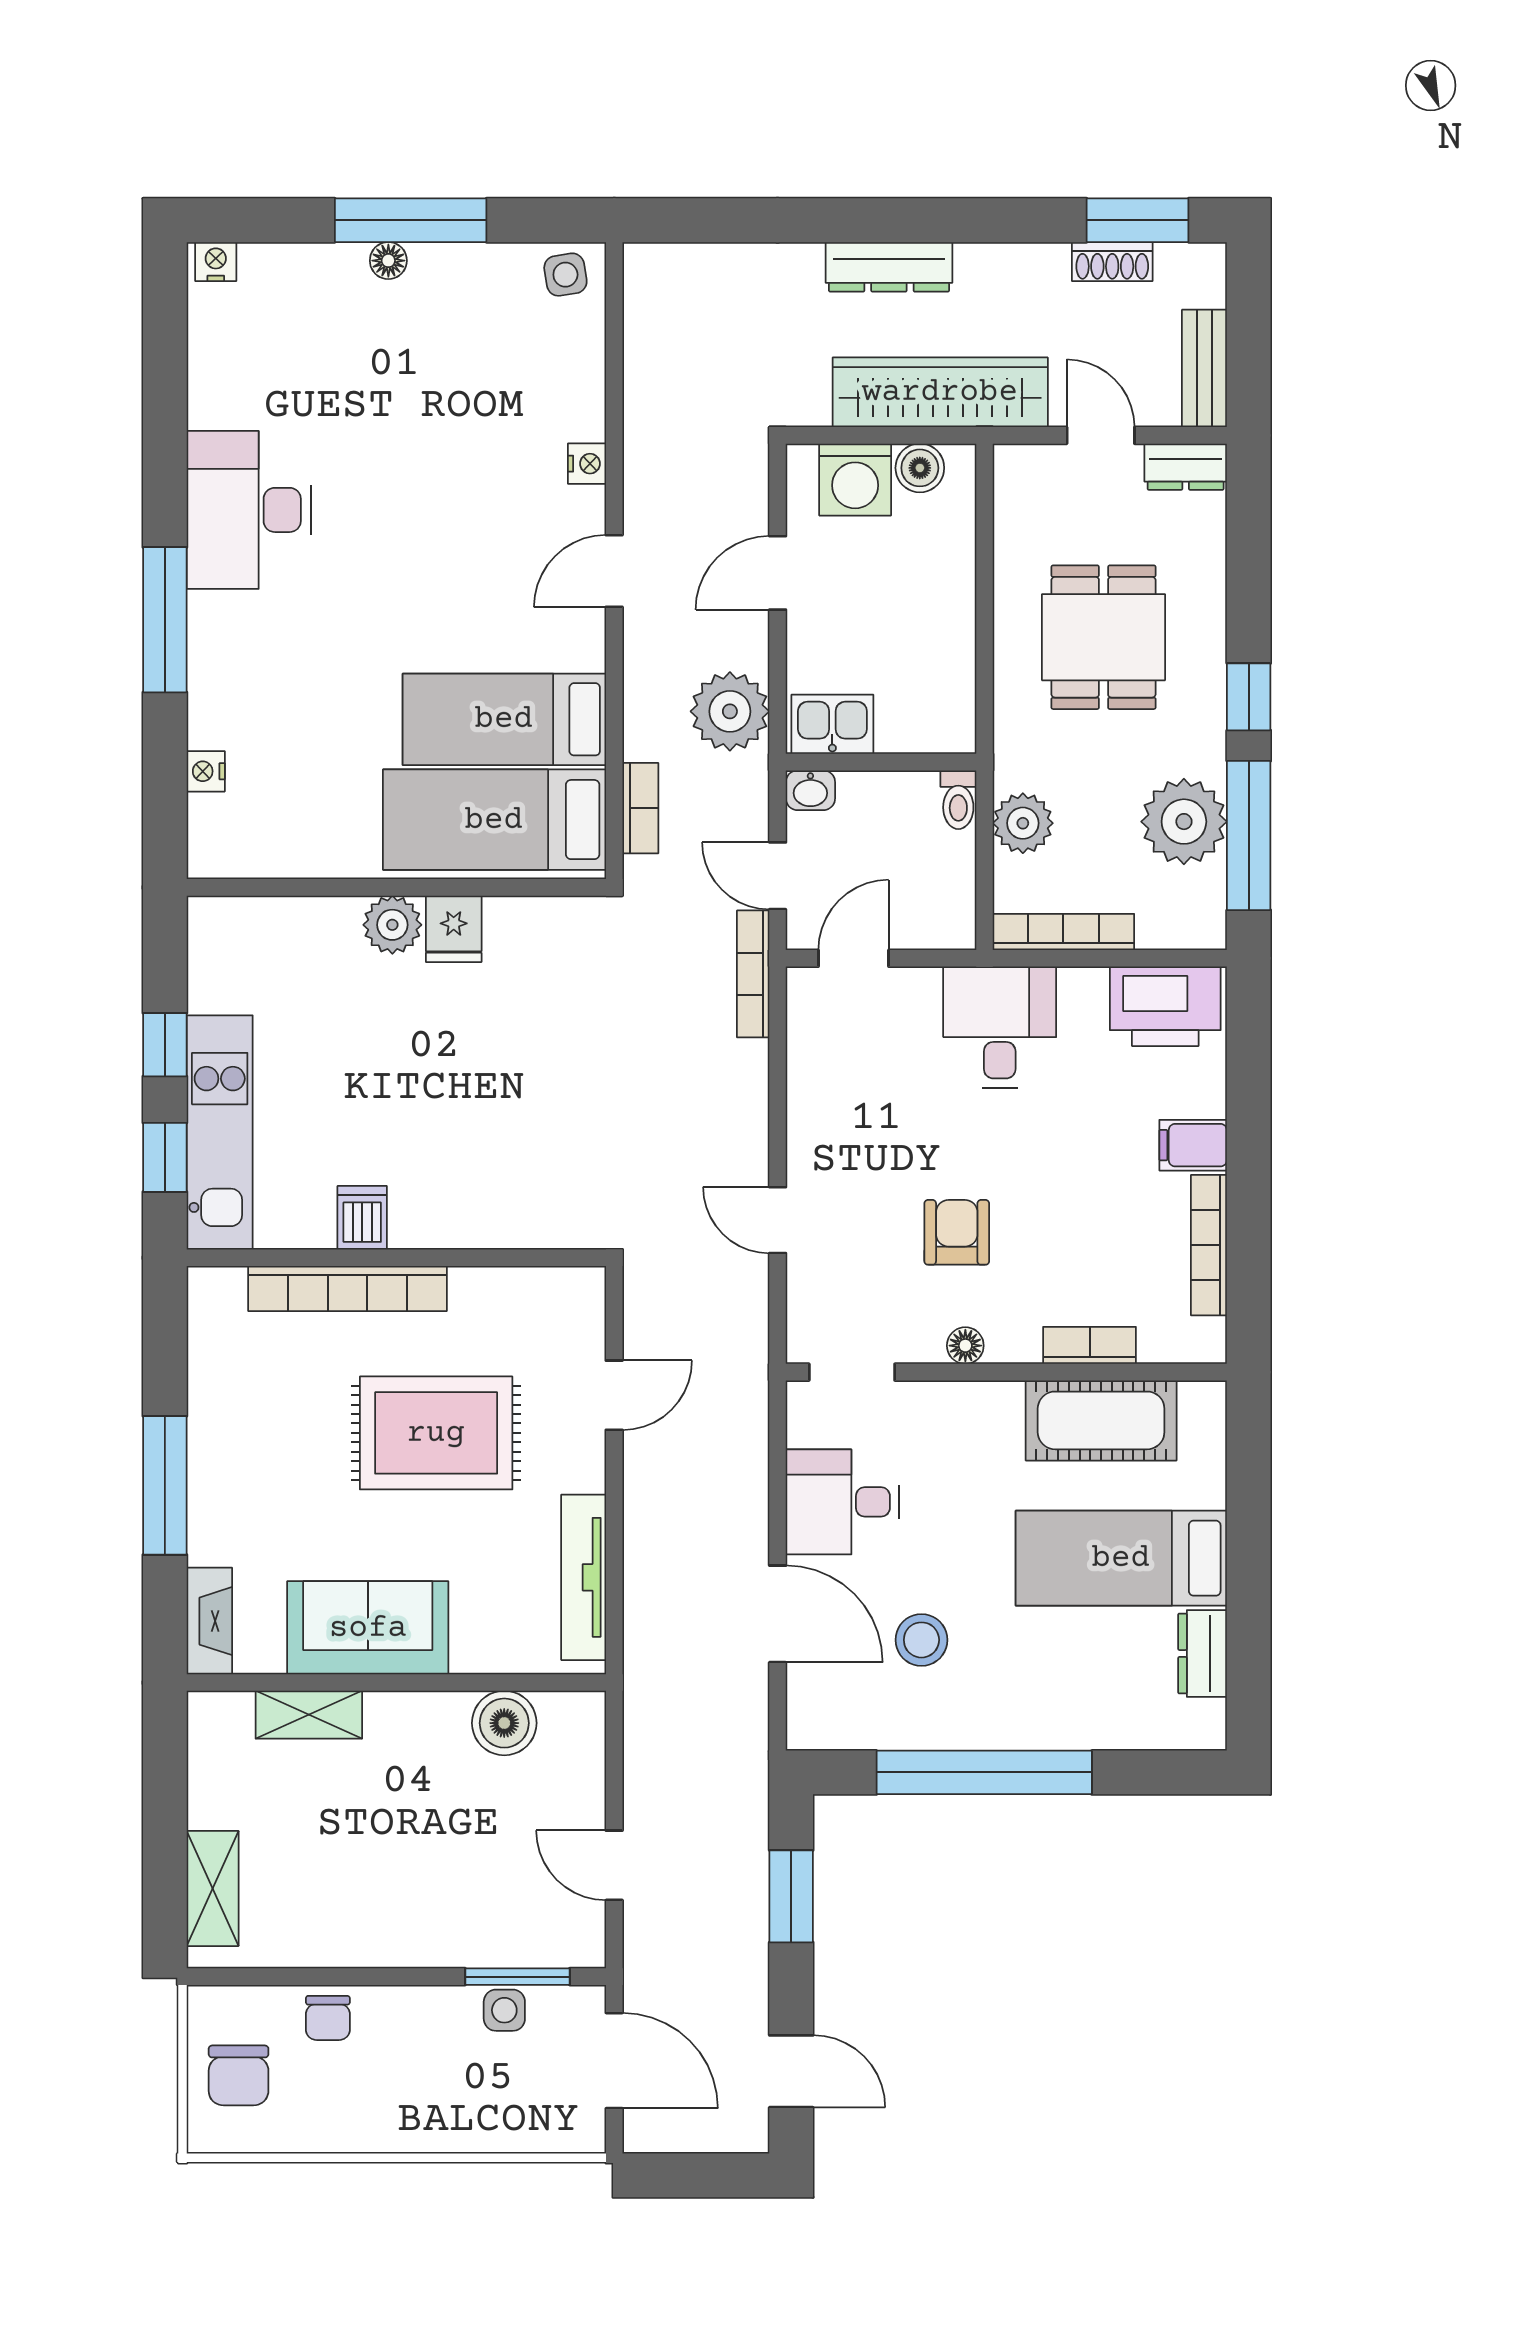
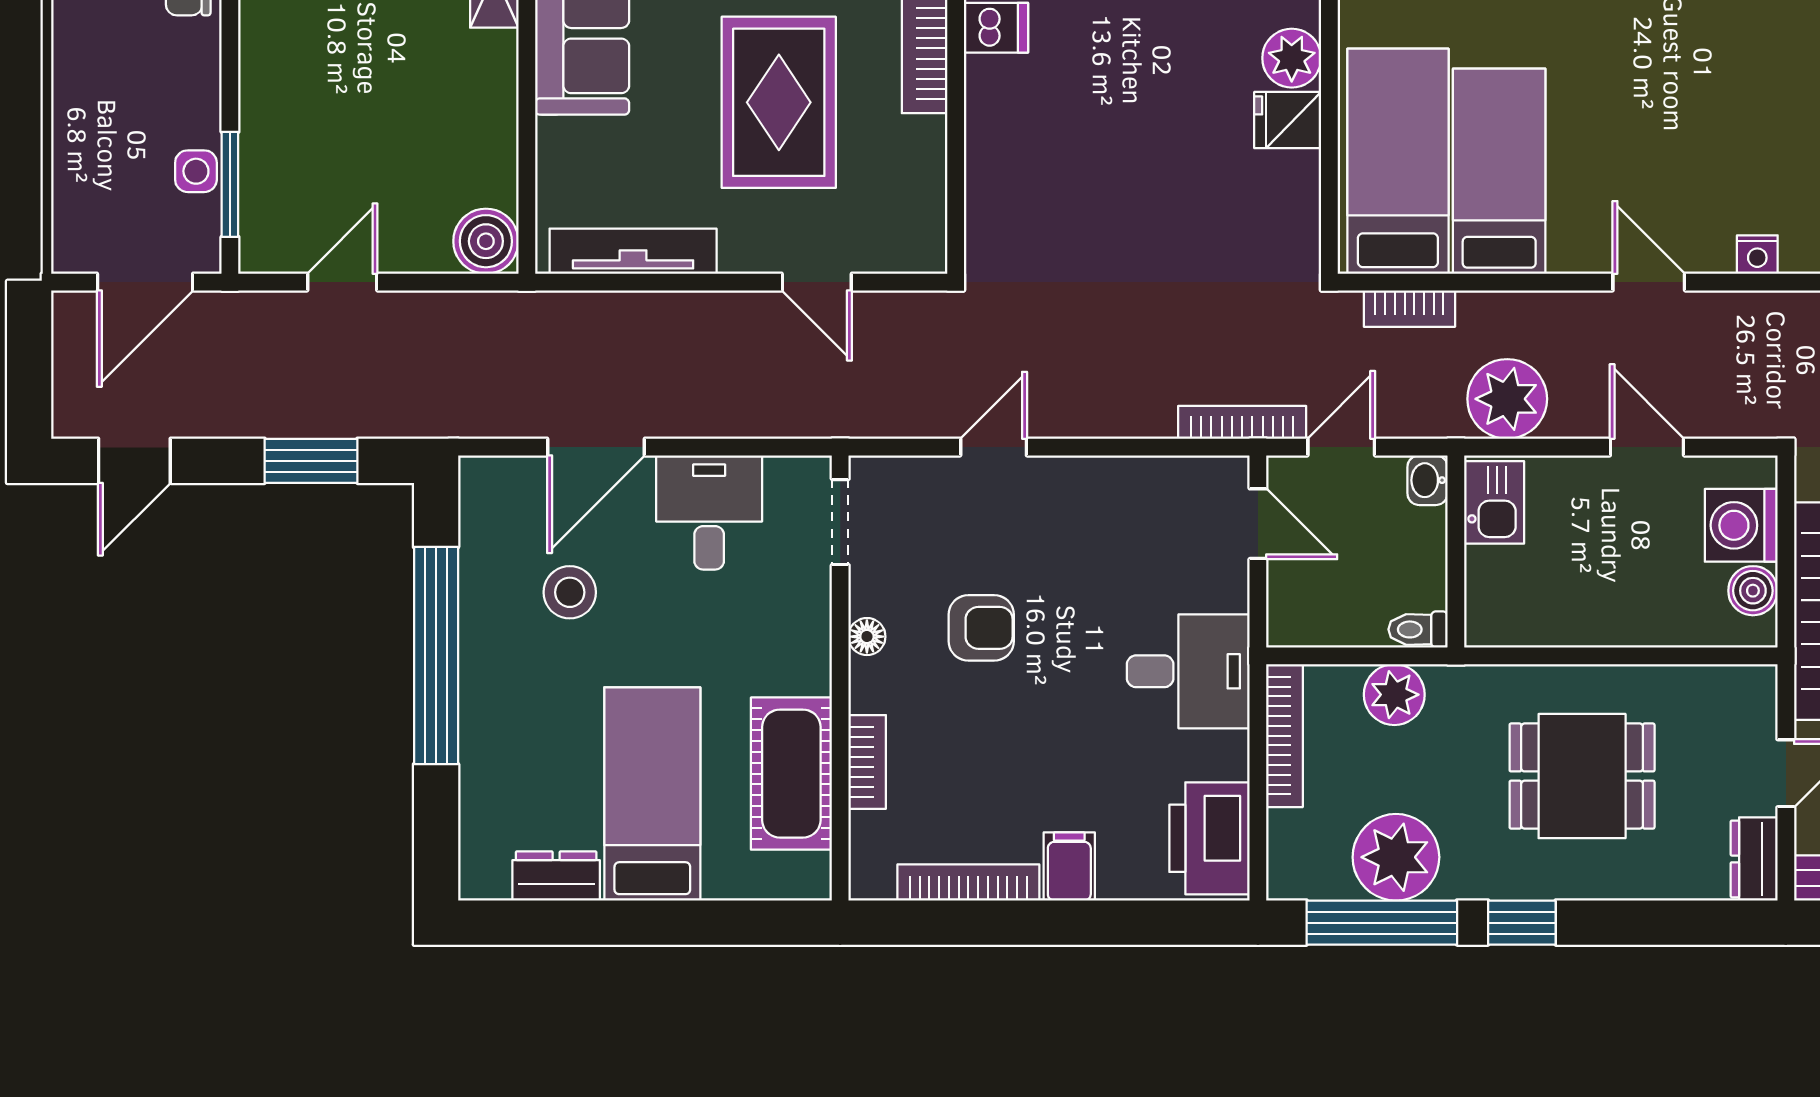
boiler: (504, 1723) -> (486, 241), moved

